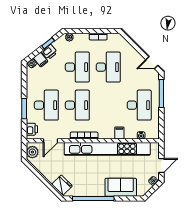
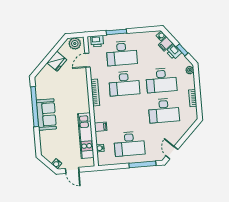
door: (50, 141) -> (87, 60), hinge flipped
kitchen unit: (107, 149) -> (86, 136), width x0.54
fridge: (62, 185) -> (57, 61), moved
sofa: (121, 187) -> (46, 115), moved

